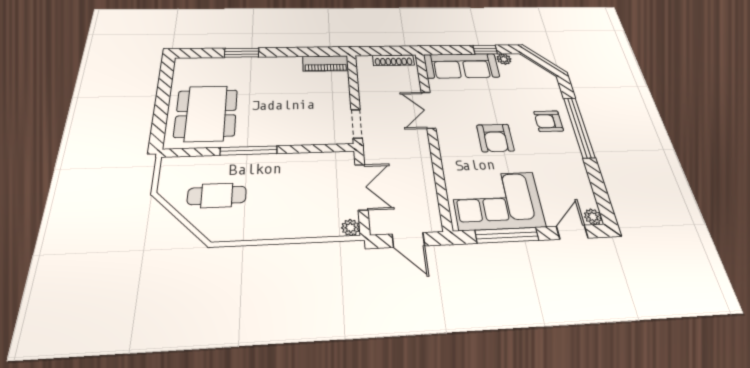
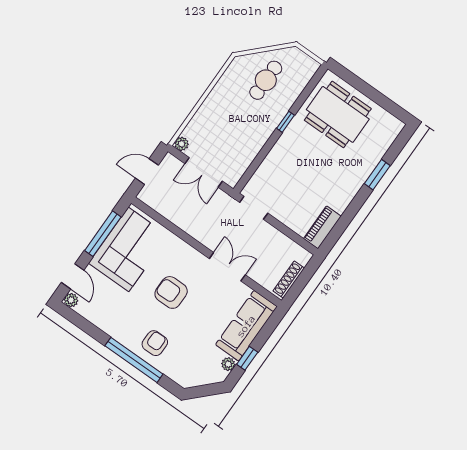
window: (249, 151) -> (285, 122), width x0.46

